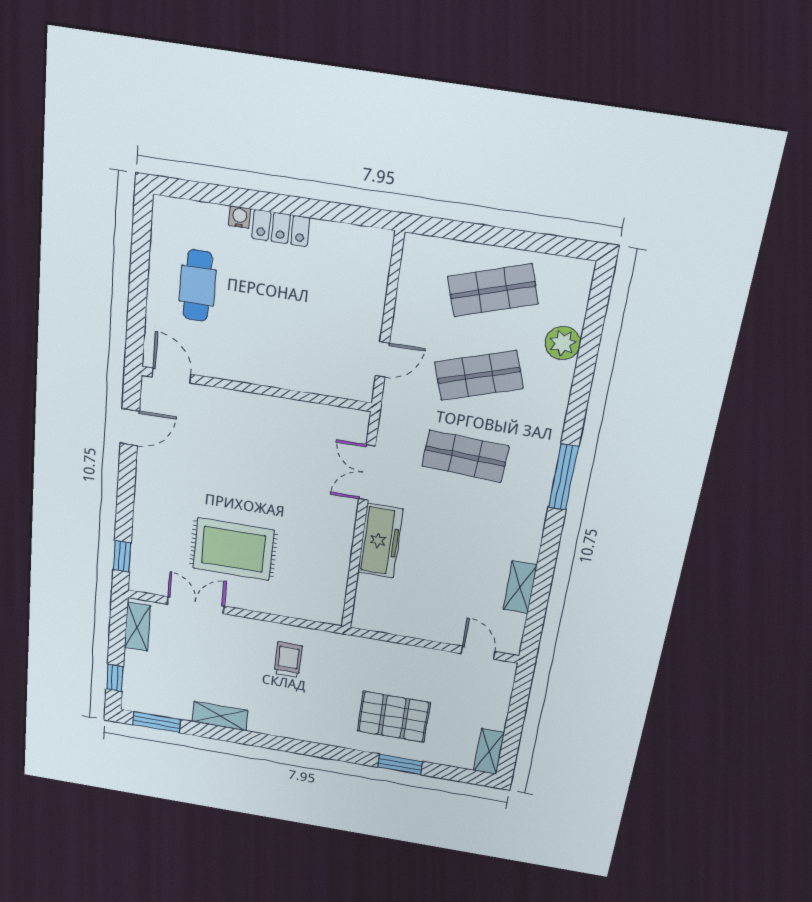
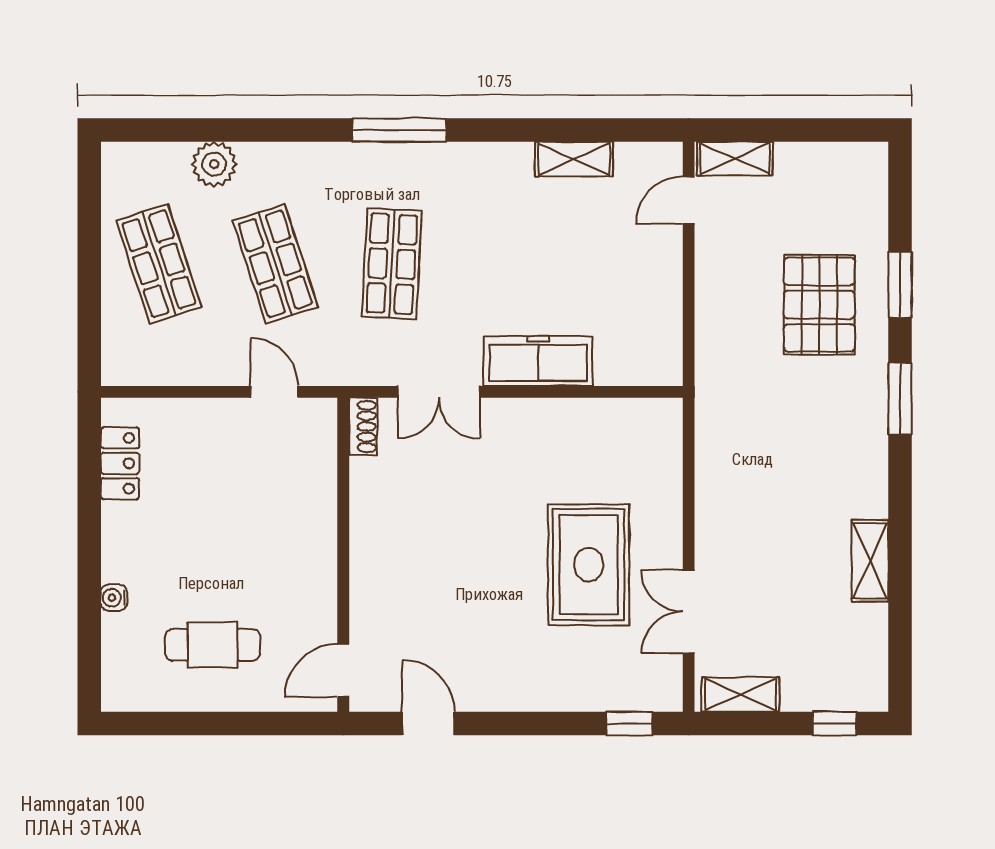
locker: (281, 228) -> (120, 463), moved
shoe rack: (349, 418) -> (363, 427), added
trolley: (288, 660) -> (753, 469), removed
window: (157, 722) -> (900, 399), moved
shelving: (489, 751) -> (735, 159), moved

